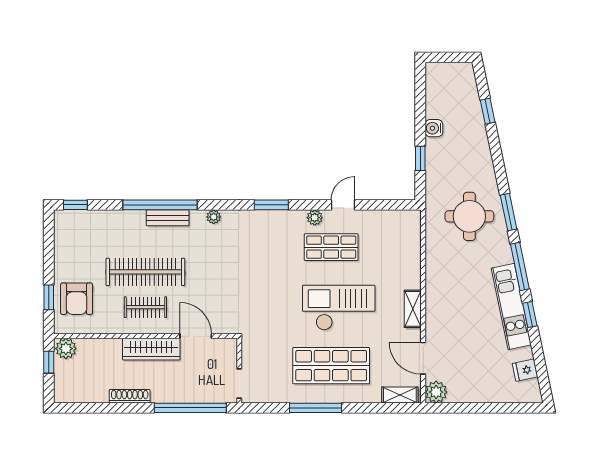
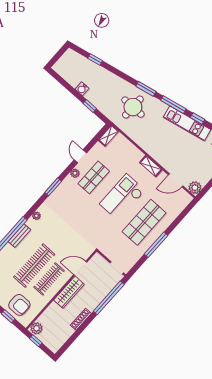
clothes rail: (145, 307) -> (49, 279), width x1.36
shelving: (400, 395) -> (108, 136), moved

